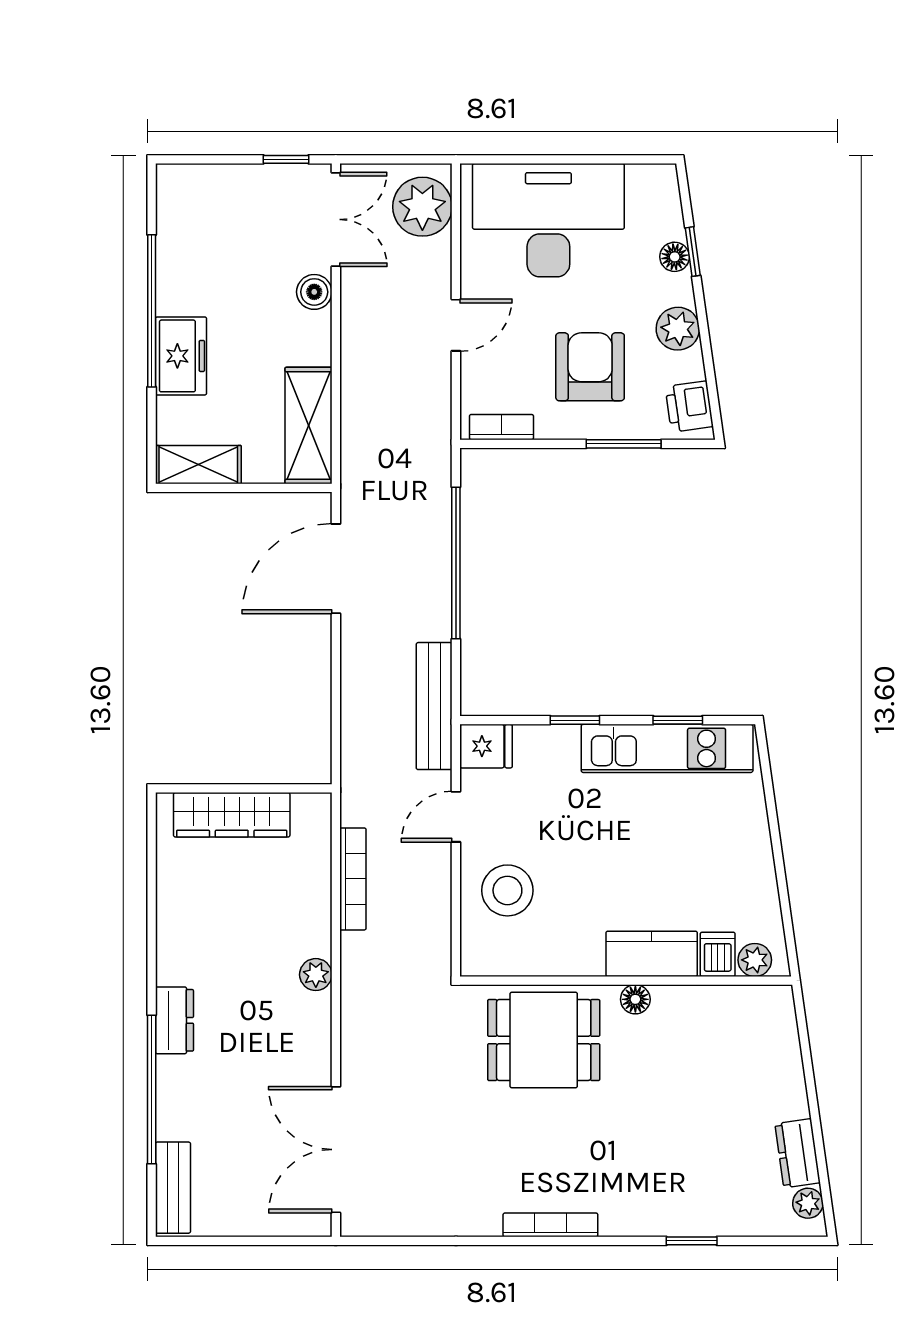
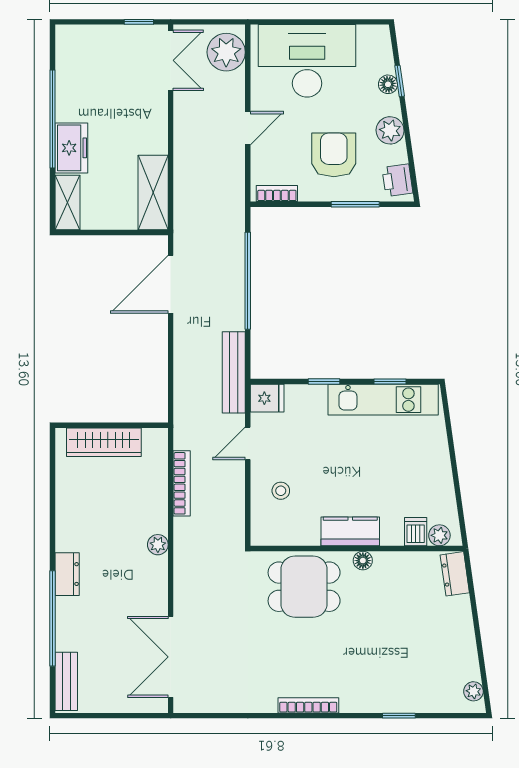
boiler: (314, 292) -> (157, 107), removed
shelving: (198, 465) -> (67, 203), moved, turned 90
stool: (507, 890) -> (281, 491), width x0.53, depth x0.53
kitchen counter: (652, 954) -> (350, 531), moved
dresser: (798, 1153) -> (455, 574), moved

